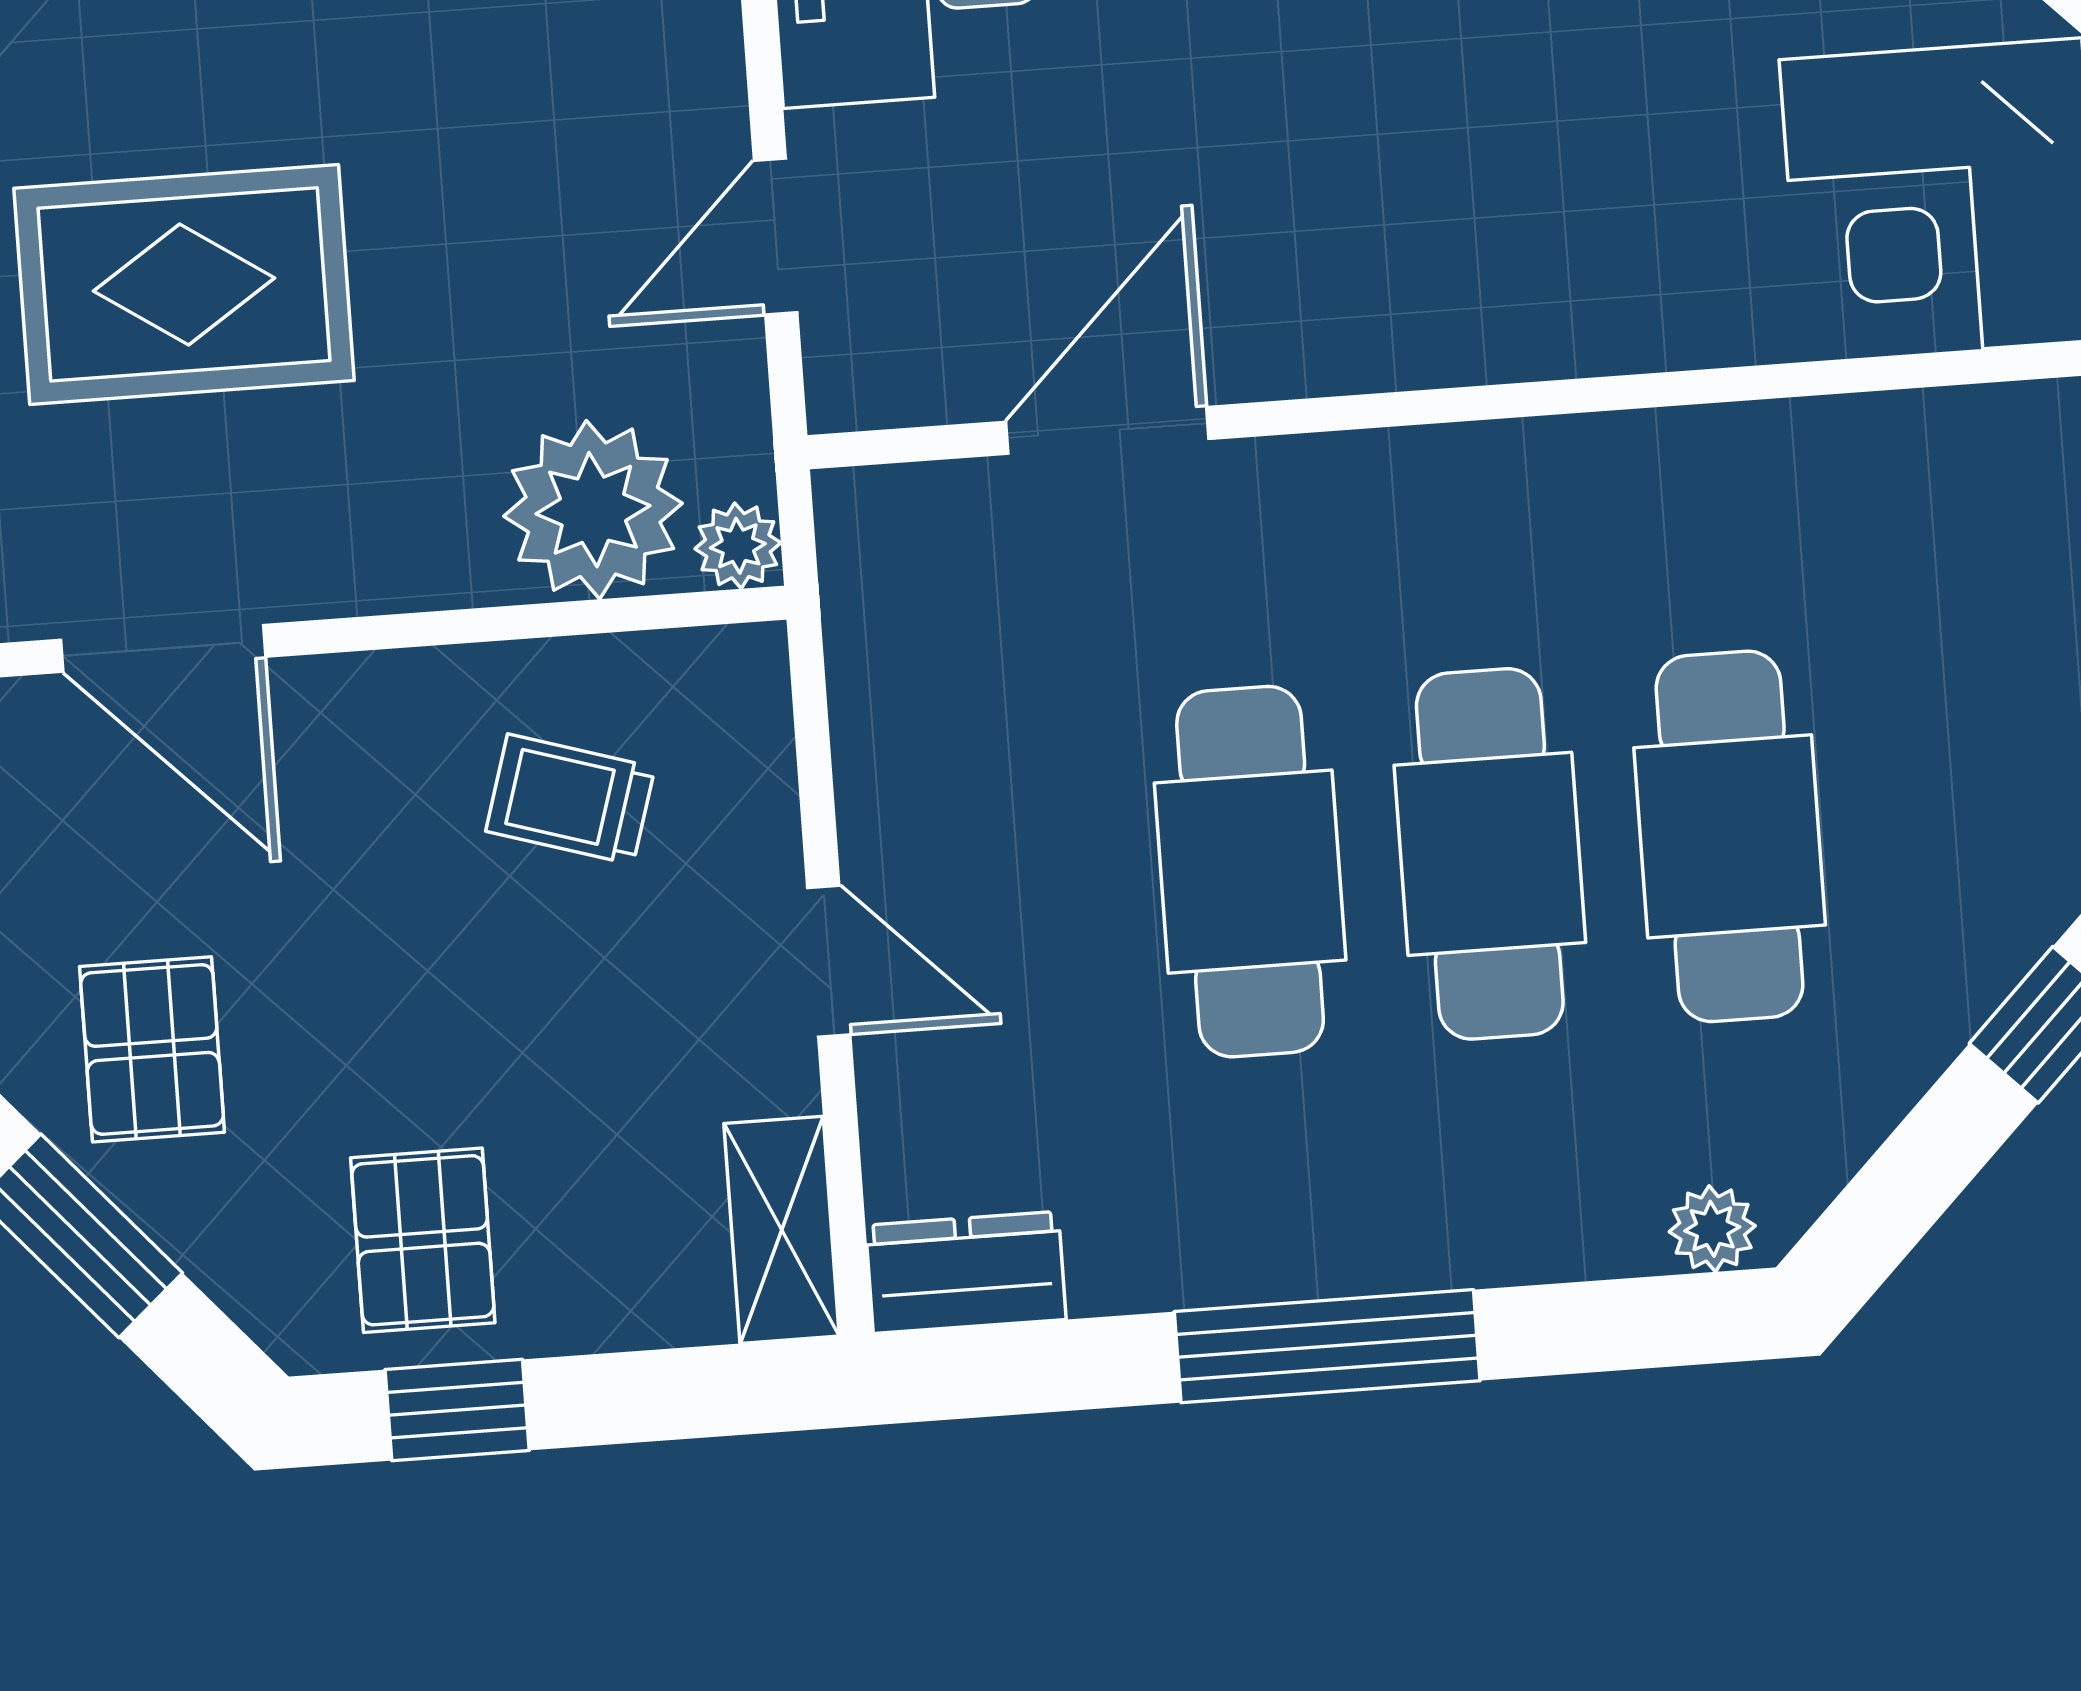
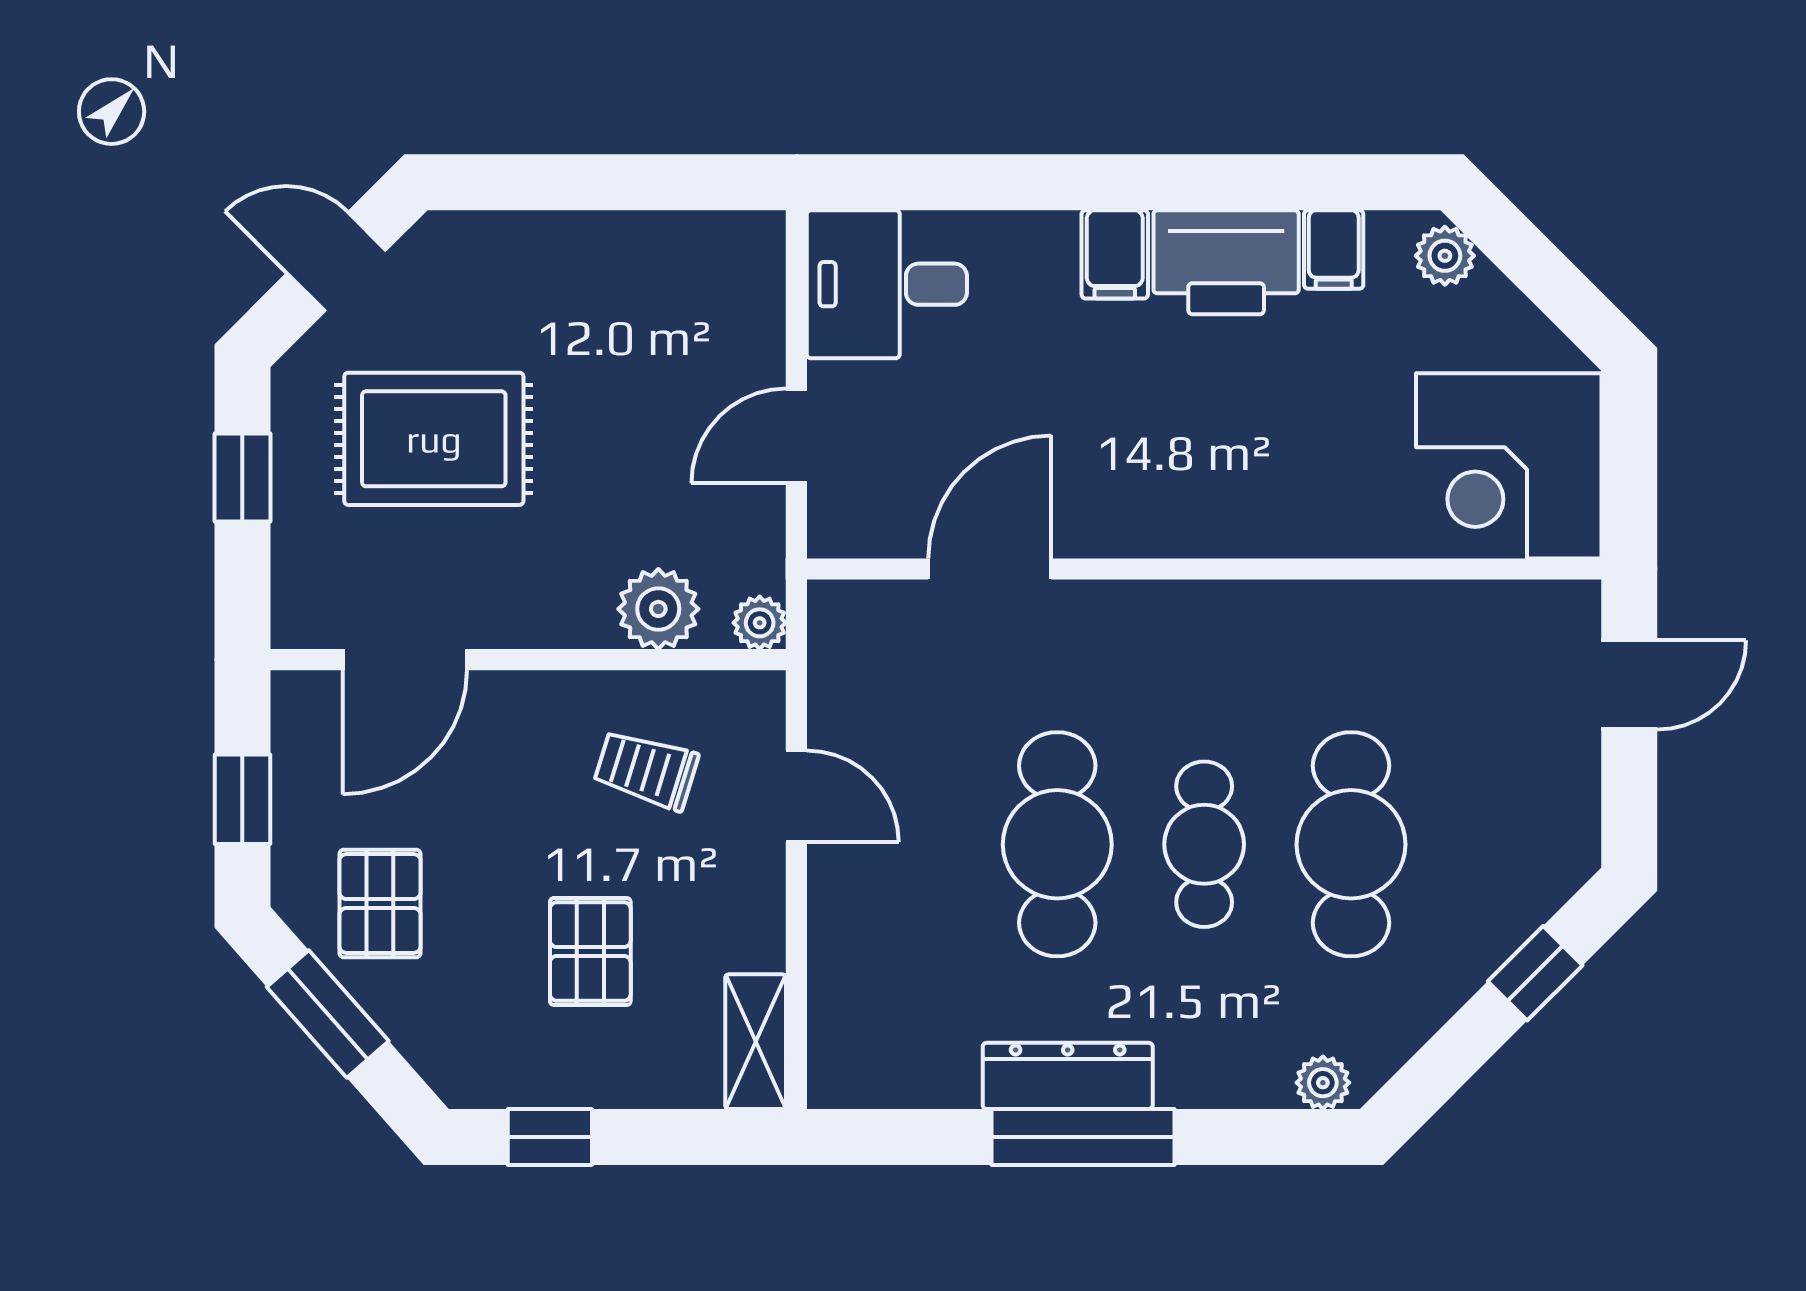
plant: (593, 510) -> (658, 609), width x0.73, depth x0.73
door: (163, 648) -> (405, 660), hinge flipped
cafe table: (1490, 854) -> (1204, 844), width x0.73, depth x0.74
door: (829, 961) -> (796, 796), moved
pallet: (423, 1240) -> (590, 952), moved
dresser: (966, 1272) -> (1068, 1076), moved, width x1.44

